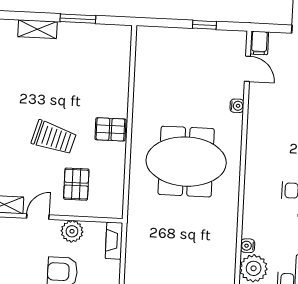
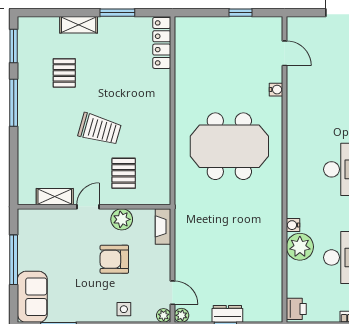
filing cabinet: (259, 43) -> (295, 28), removed
locker: (122, 52) -> (162, 43), added
pallet: (110, 129) -> (64, 73), moved, turned 90

